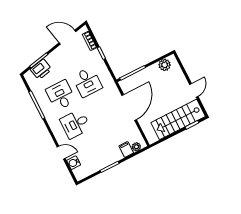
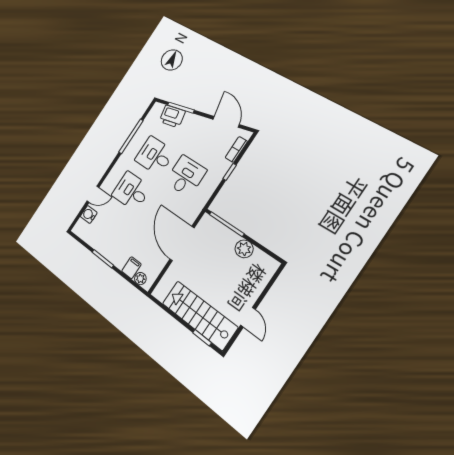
plant: (165, 65) -> (244, 249), moved
desk: (87, 82) -> (186, 176), turned 180
door: (194, 90) -> (248, 317), hinge flipped
desk: (61, 95) -> (155, 156), turned -90
door: (129, 107) -> (182, 244), swing flipped
door: (61, 153) -> (93, 194), hinge flipped

